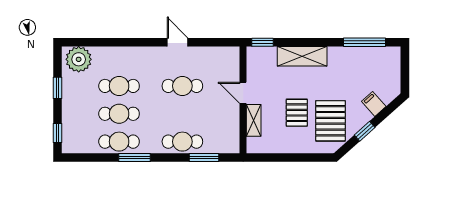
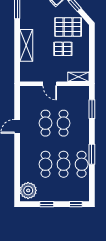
window: (262, 42) -> (17, 71), removed
door: (243, 93) -> (50, 84), hinge flipped
shelving: (254, 120) -> (78, 77), moved
cafe table: (182, 142) -> (64, 123), moved

